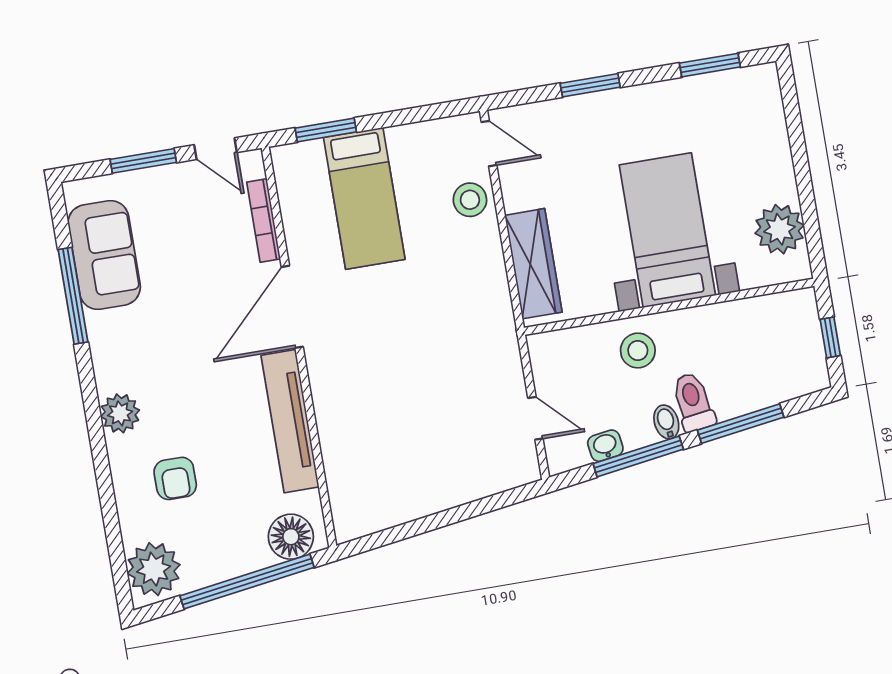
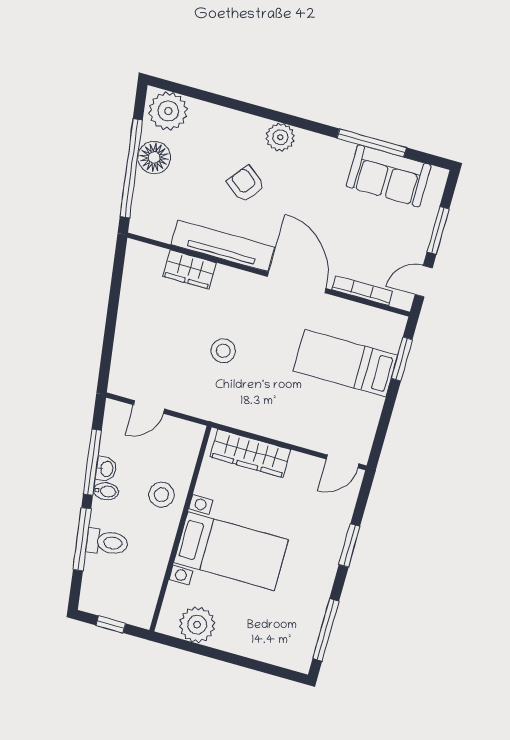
window: (710, 65) -> (326, 630), width x1.44
stool: (470, 200) -> (223, 351), moved
toilet: (693, 402) -> (107, 542), moved
washbasin: (605, 446) -> (106, 469), moved
wardrobe: (339, 449) -> (190, 269), added
armchair: (175, 478) -> (246, 184), moved, turned 38
floor lamp: (291, 537) -> (154, 157), moved

